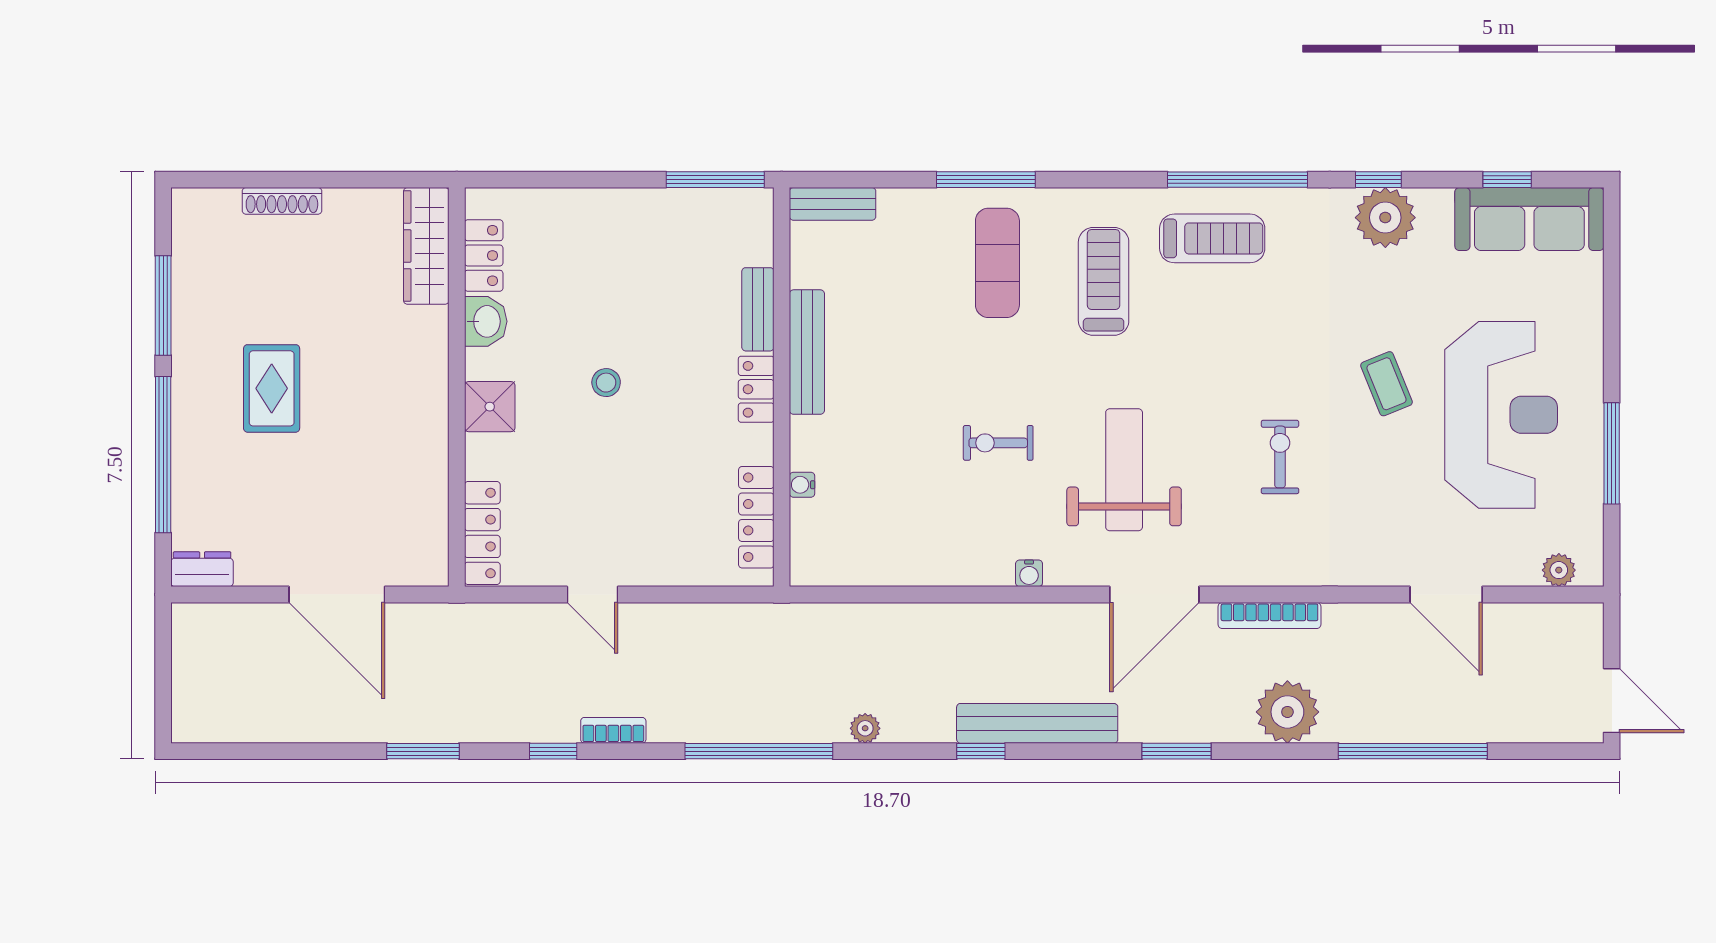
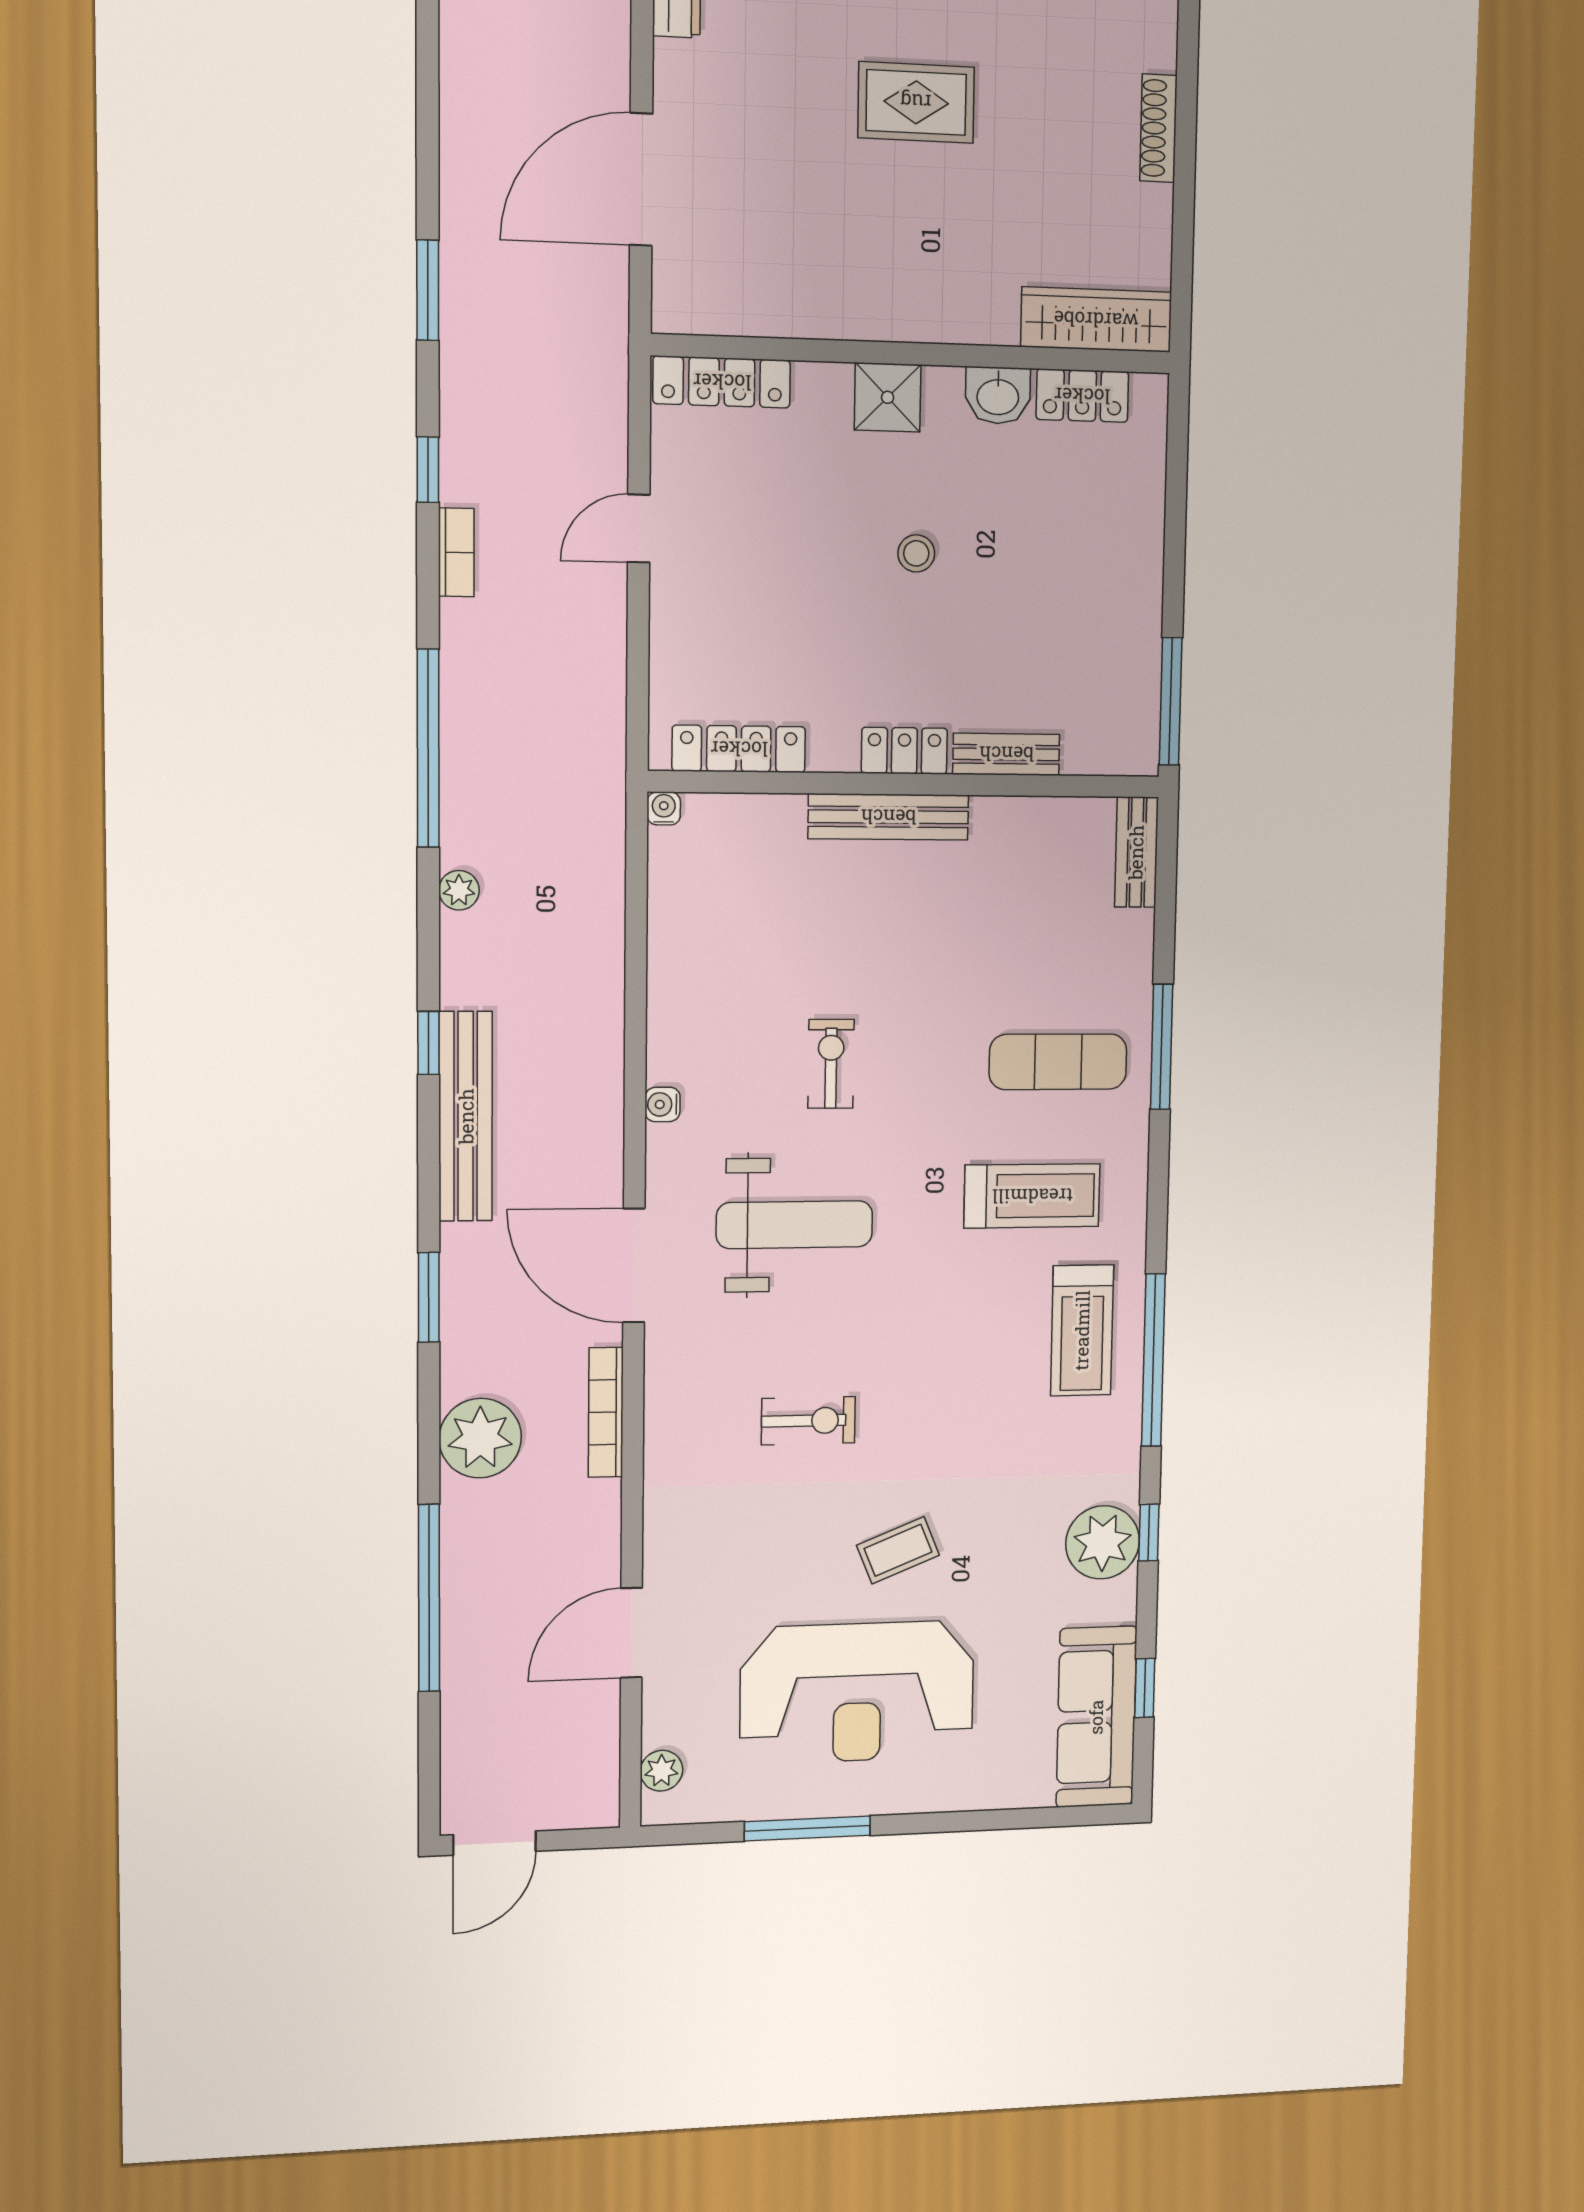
bench: (807, 352) -> (888, 817), moved
water cooler: (802, 485) -> (664, 808), moved

